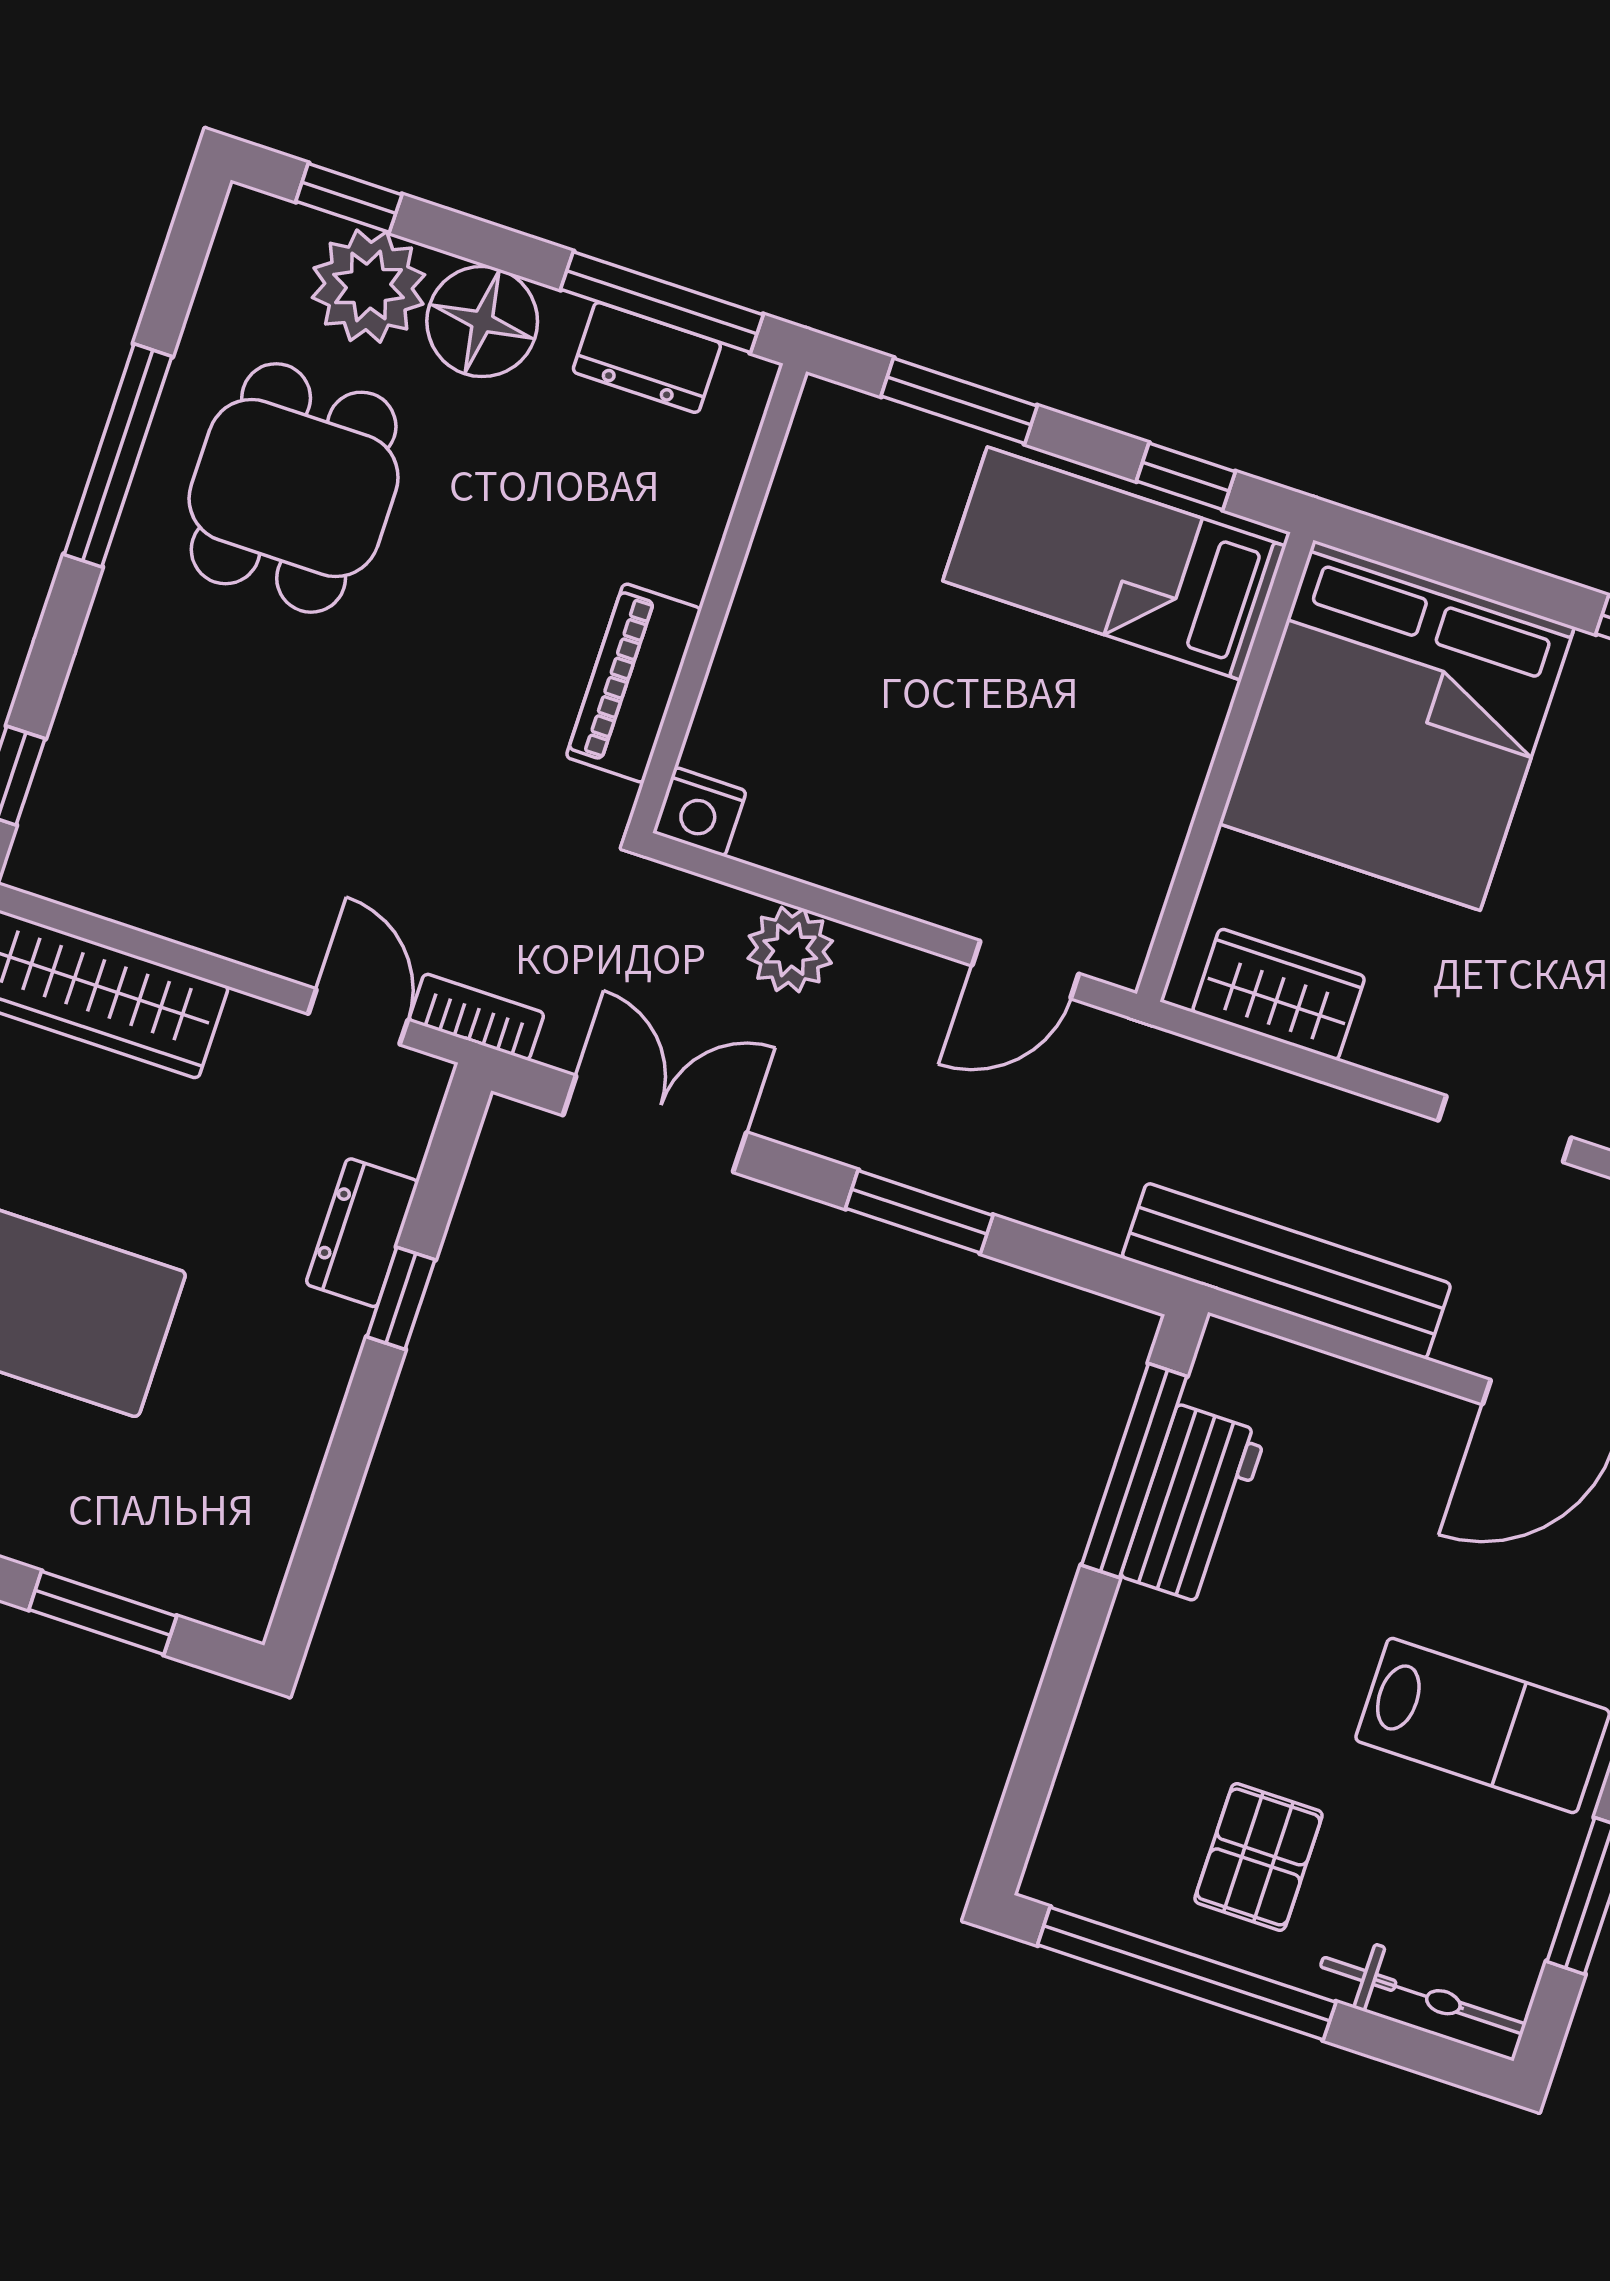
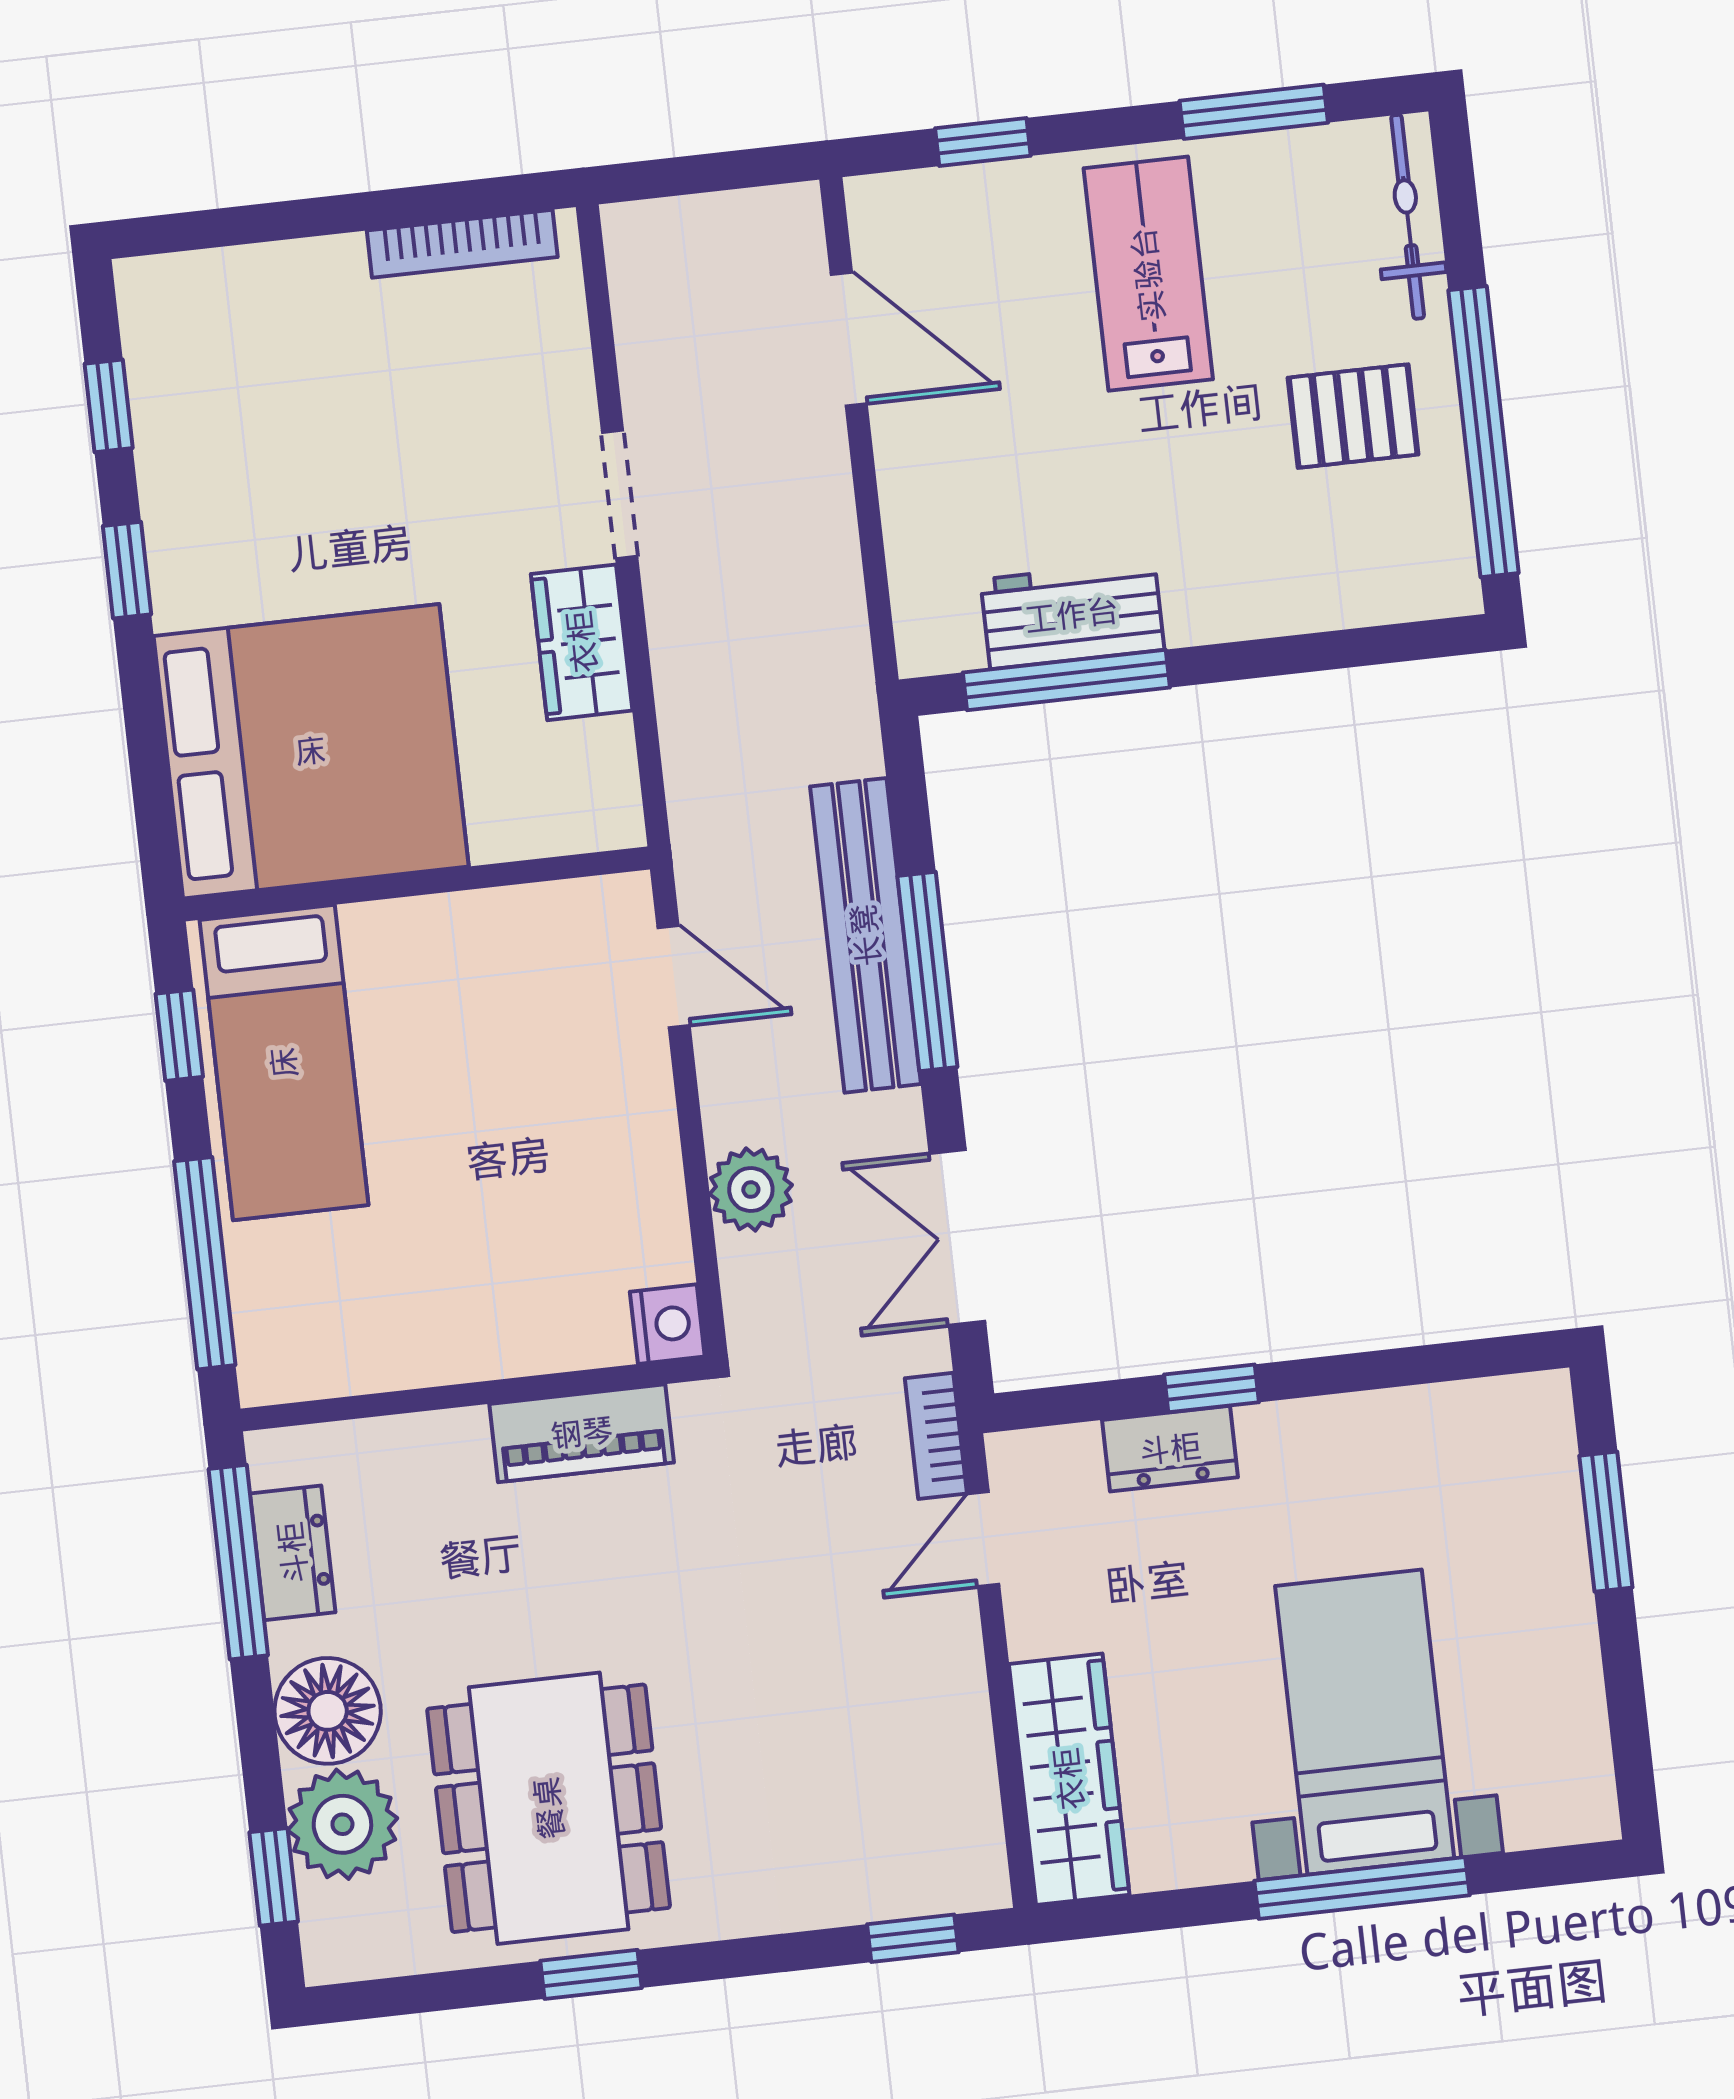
window: (959, 401) -> (205, 1263), width x1.44
window: (118, 455) -> (591, 1974), width x0.46
dining table: (294, 488) -> (549, 1808), width x1.38
wardrobe: (1279, 994) -> (582, 642), moved
window: (919, 1212) -> (927, 971), width x1.44
bench: (1286, 1271) -> (866, 935), moved

